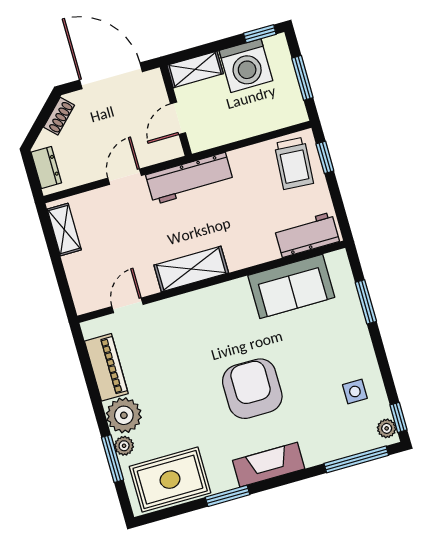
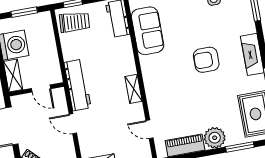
shelving: (191, 269) -> (134, 89), width x0.67, depth x0.75
armchair: (252, 389) -> (206, 60), width x0.73, depth x0.73
plant: (124, 446) -> (233, 139), removed

